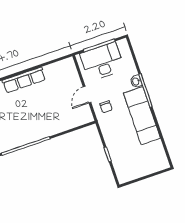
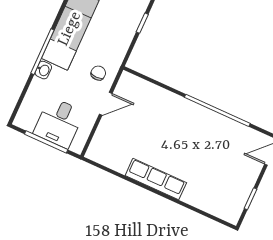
desk: (102, 62) -> (59, 123), width x0.73

